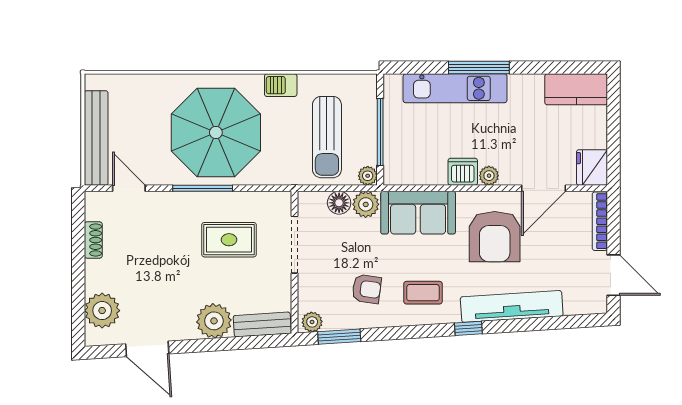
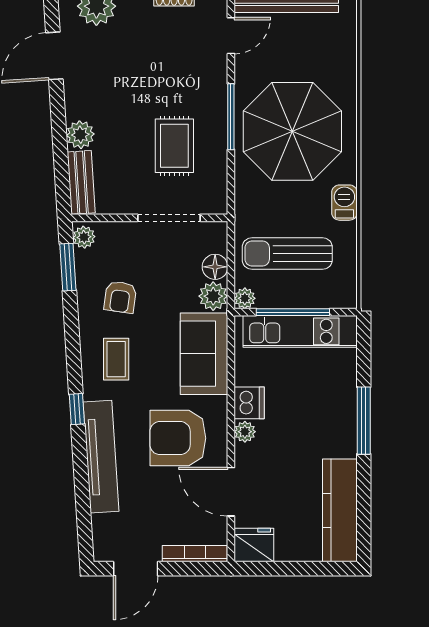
kitchen unit: (455, 88) -> (300, 331), moved, turned -90
kitchen counter: (576, 89) -> (340, 510), width x1.50
plant: (214, 321) -> (80, 135), width x0.73, depth x0.73

